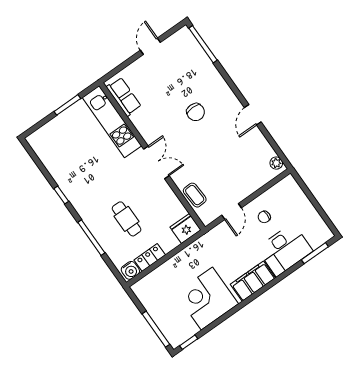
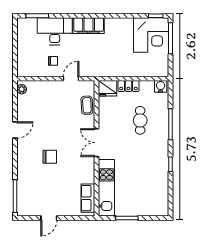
chair: (196, 112) -> (50, 157), turned 90
locker: (150, 257) -> (128, 86), moved
corner desk: (207, 298) -> (151, 35), moved

